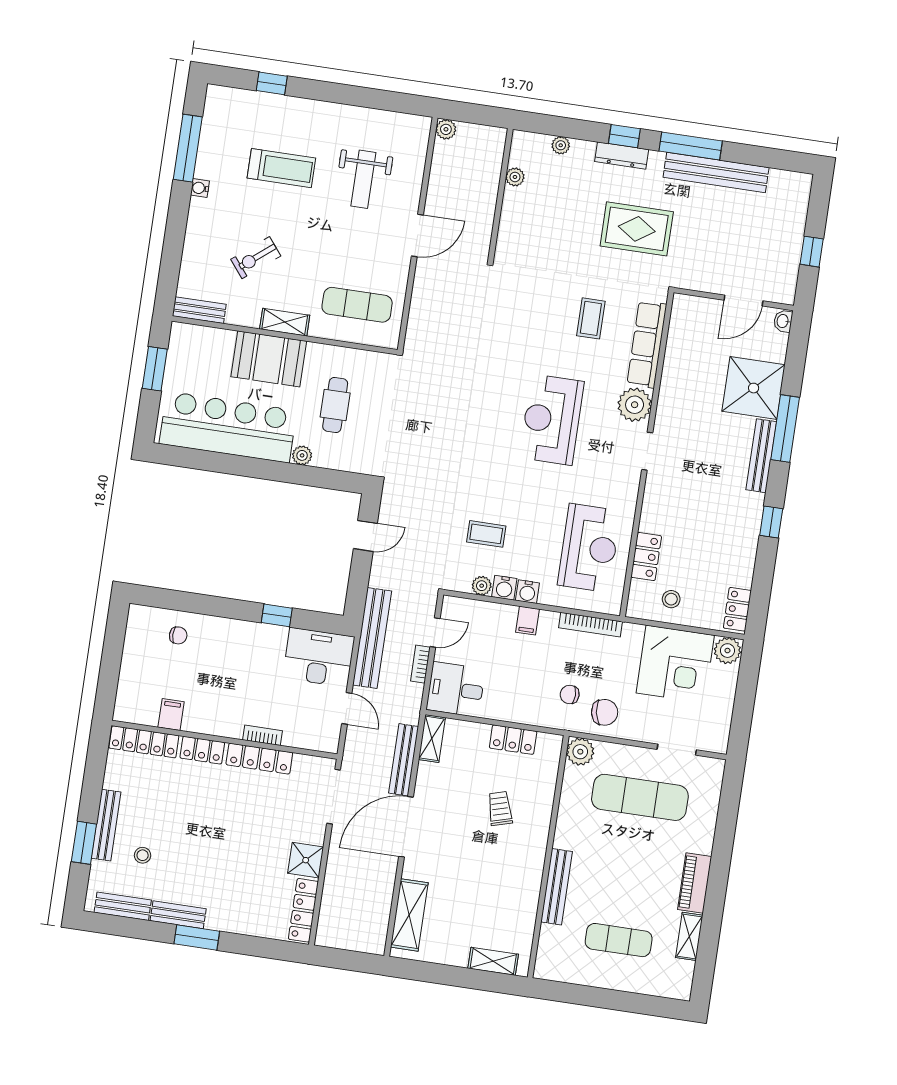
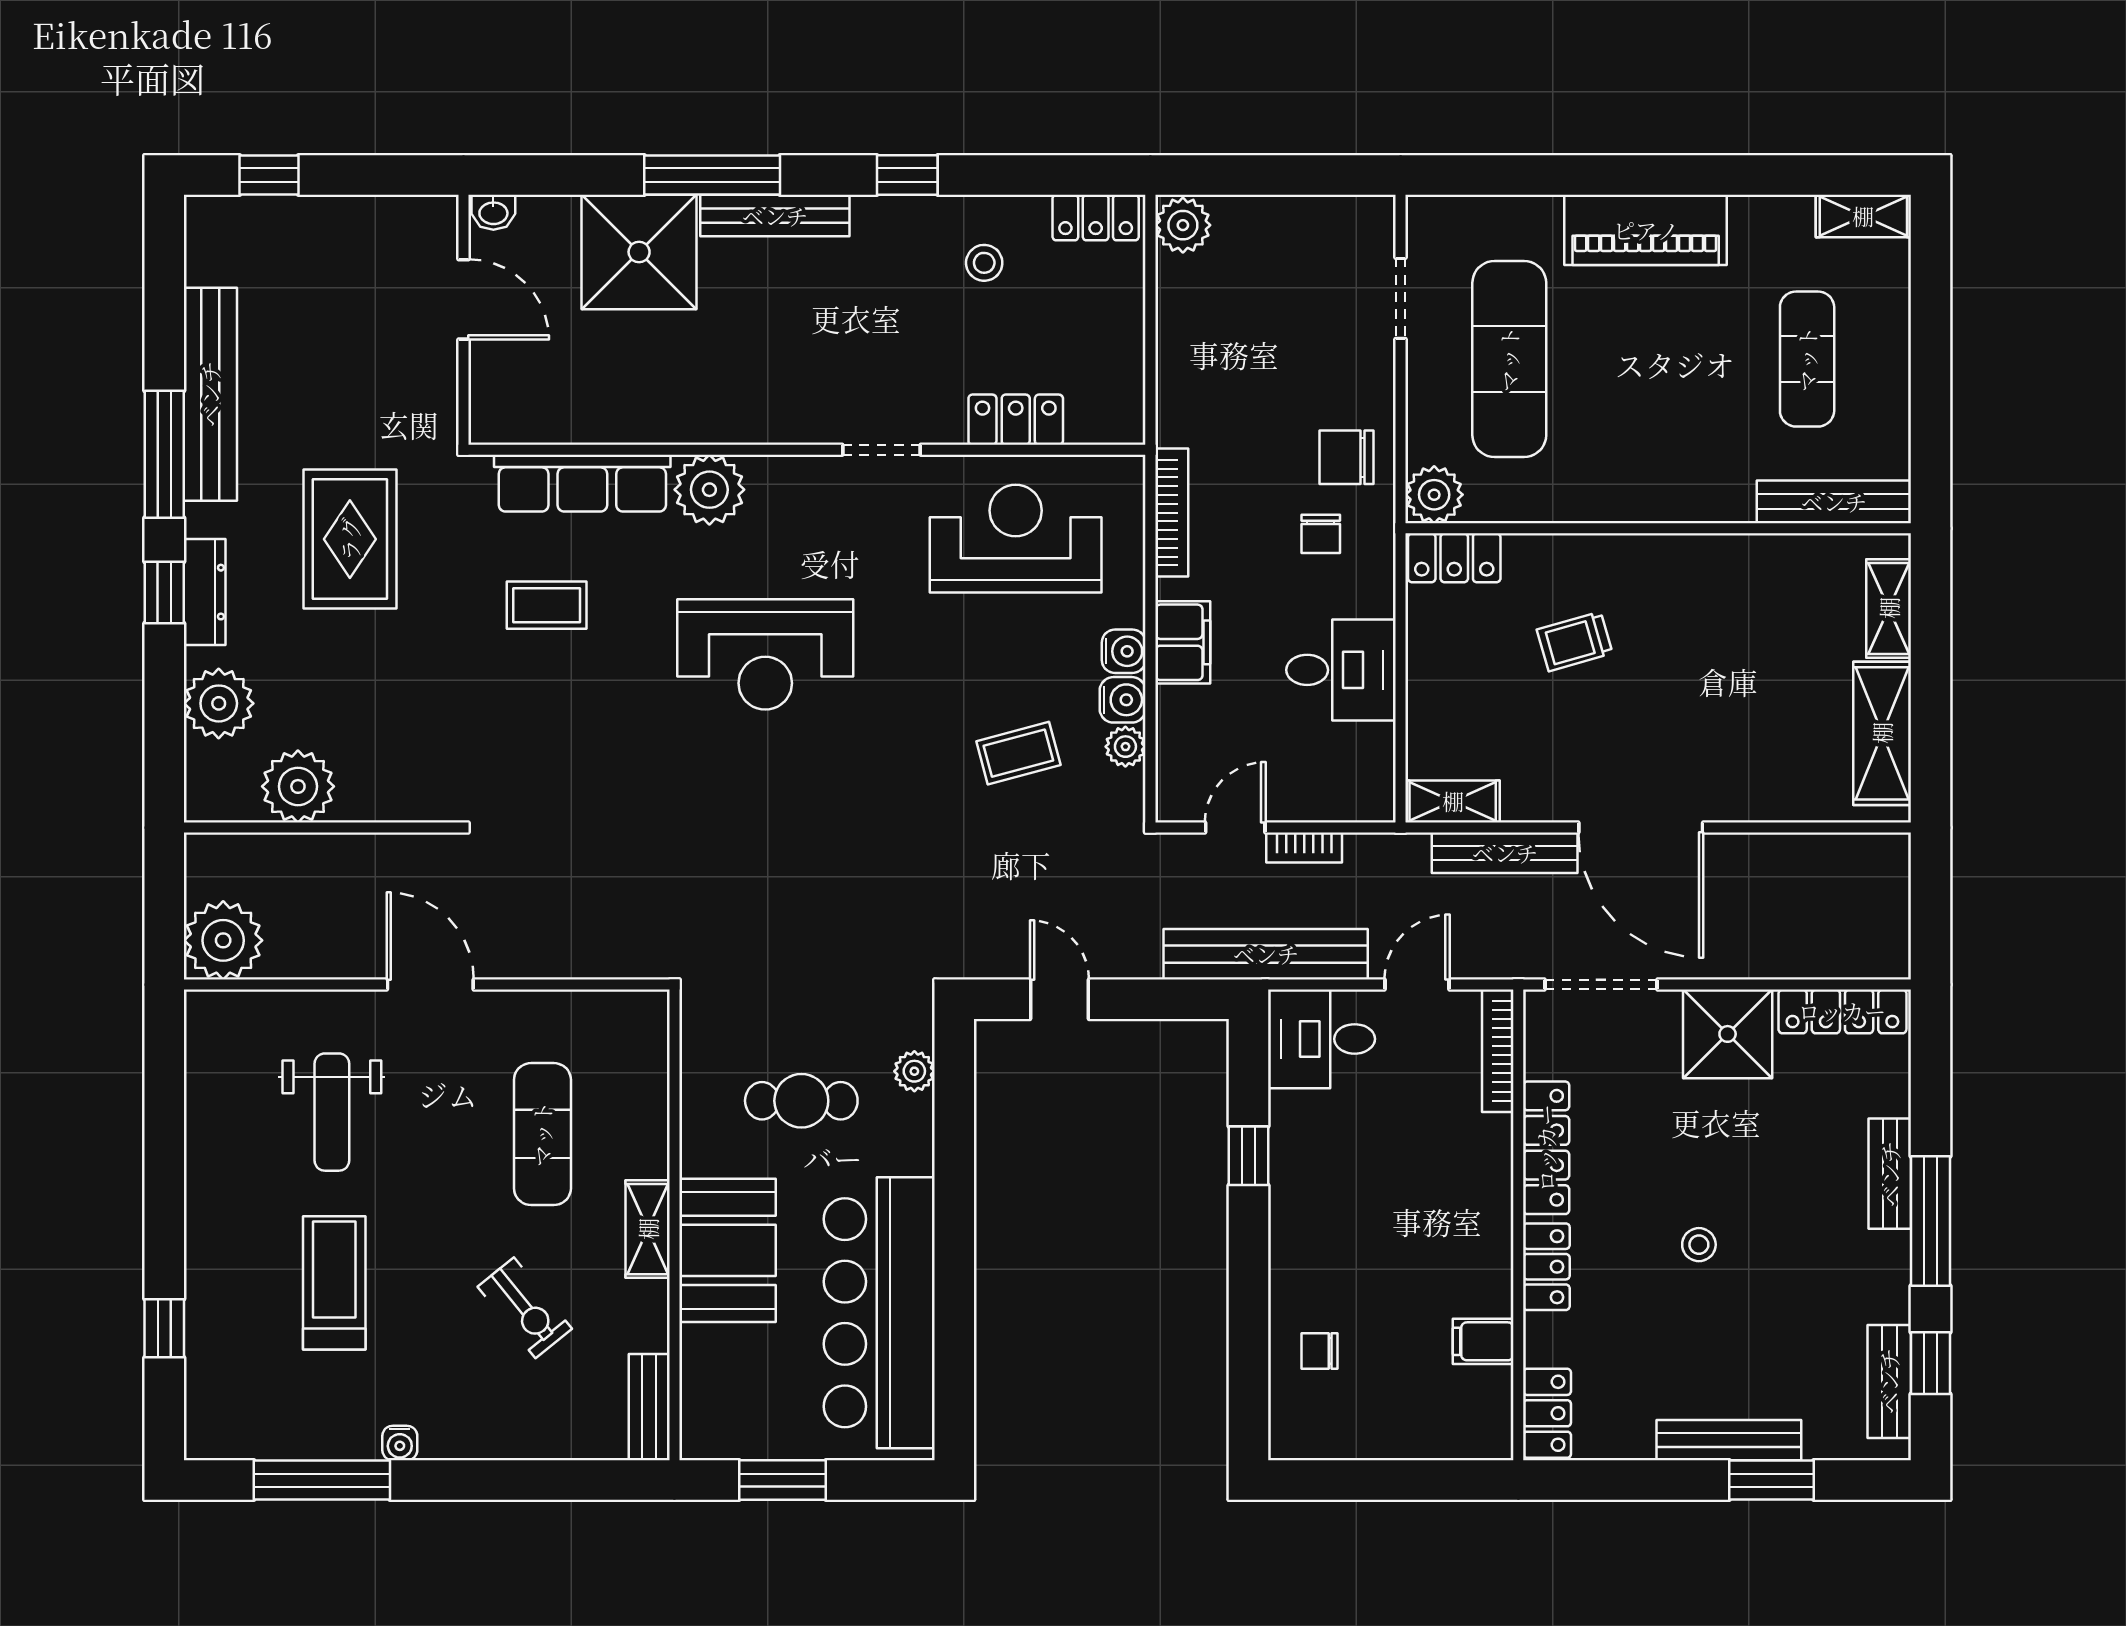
plant: (446, 129) -> (223, 940), width x1.88, depth x1.88
plant: (561, 145) -> (219, 703), width x1.88, depth x1.88
plant: (515, 177) -> (298, 786), width x1.88, depth x1.88
weight bench: (363, 179) -> (332, 1112), turned 90
window: (812, 252) -> (269, 175), moved
exercise mat: (357, 305) -> (542, 1134), moved
doorway: (647, 451) -> (881, 450), moved
plant: (302, 455) -> (914, 1071), moved
coffee table: (486, 534) -> (1018, 753), turned 75
stool: (671, 599) -> (984, 263), moved
filing cabinet: (528, 621) -> (1183, 642), width x2.00
door: (435, 633) -> (1235, 828), hinge flipped
chair: (178, 635) -> (1319, 1351), turned -90
desk: (319, 657) -> (1321, 1039), width x0.73
corner desk: (675, 664) -> (1226, 328), removed
desk: (456, 689) -> (1341, 670), moved, turned -90
chair: (605, 712) -> (1346, 457), turned -80
bookcase: (263, 735) -> (1498, 1051), moved, width x1.56
locker: (513, 740) -> (1454, 558), moved, turned 90
locker: (144, 742) -> (1547, 1413), width x0.66
stool: (143, 855) -> (1699, 1245), moved
shower: (306, 860) -> (1728, 1034), width x1.36, depth x1.36
piano: (695, 883) -> (1646, 230), width x1.37, depth x1.33
bench: (557, 887) -> (1834, 502), moved
bench: (178, 915) -> (1890, 1174), moved
shelving: (409, 915) -> (1882, 733), moved, turned 90
window: (129, 927) -> (1930, 1363), added
shelving: (689, 936) -> (1863, 216), moved
window: (197, 937) -> (1930, 1221), width x1.44

